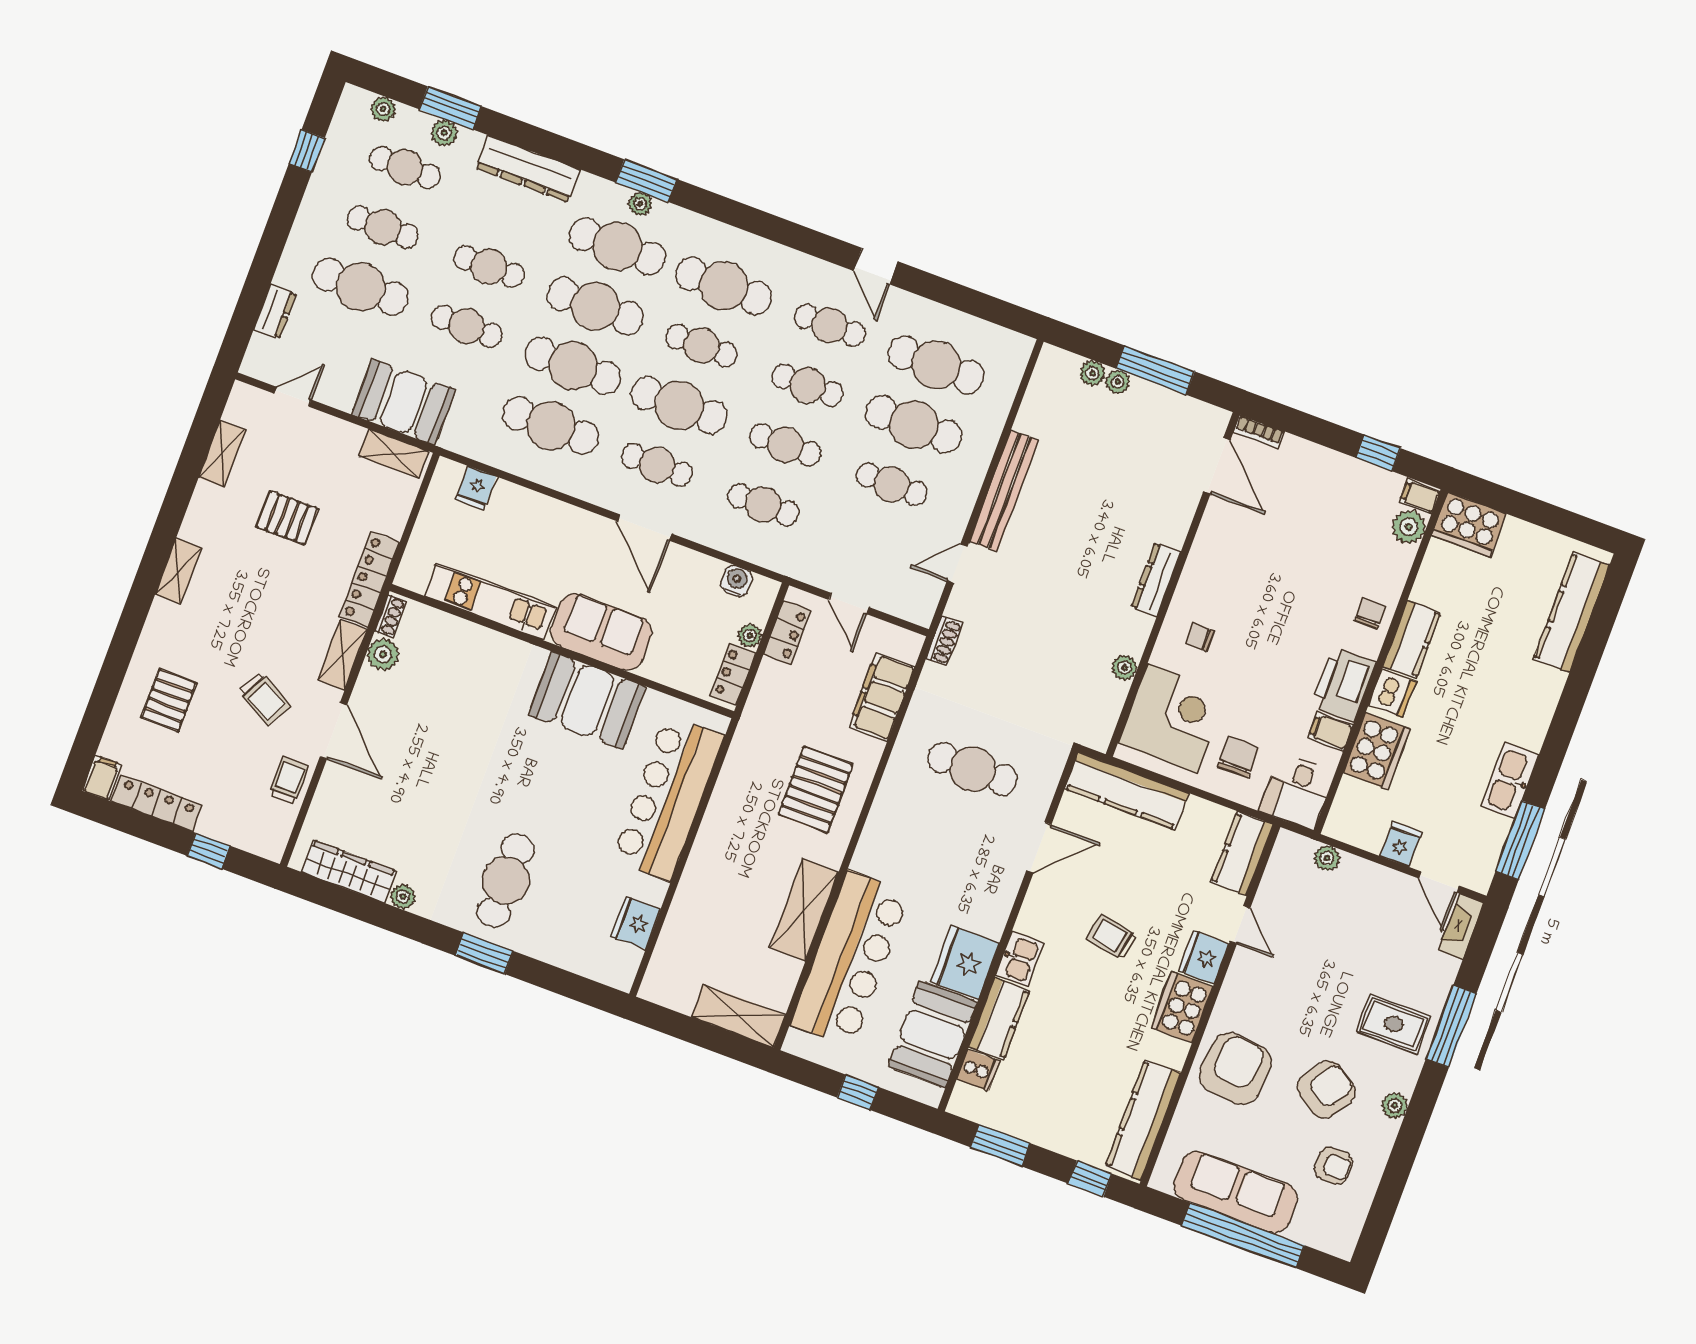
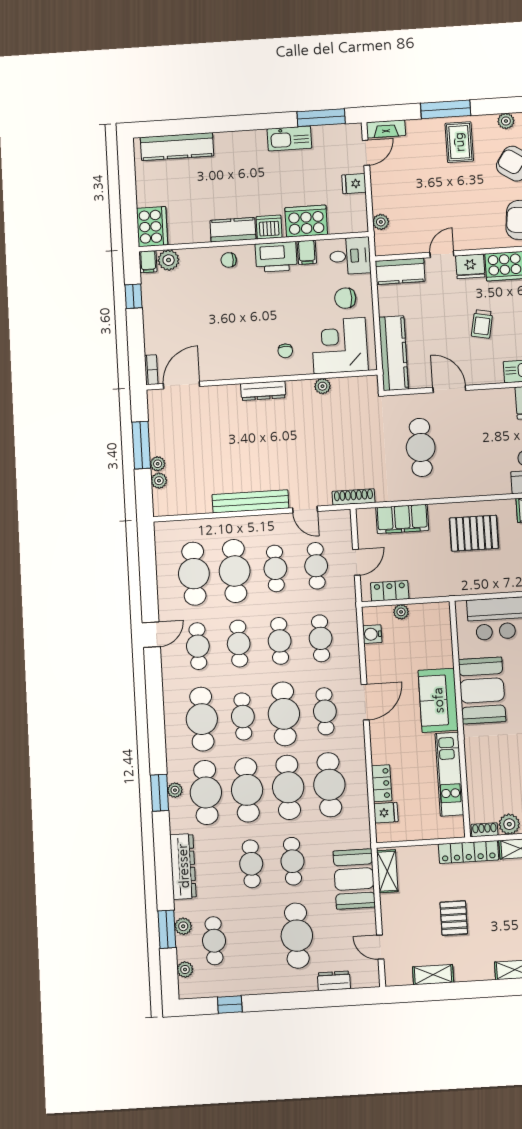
cafe table: (383, 227) -> (316, 566), moved
shoe rack: (944, 641) -> (354, 497), width x1.43
locker: (733, 674) -> (382, 783), moved, turned -90

